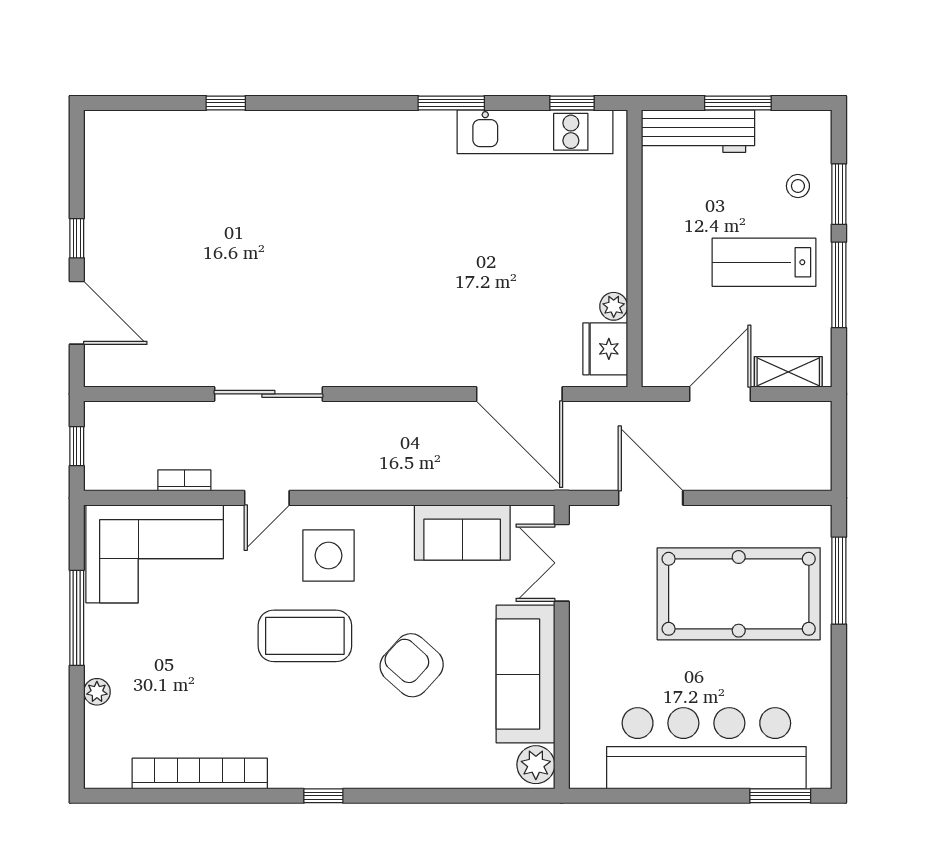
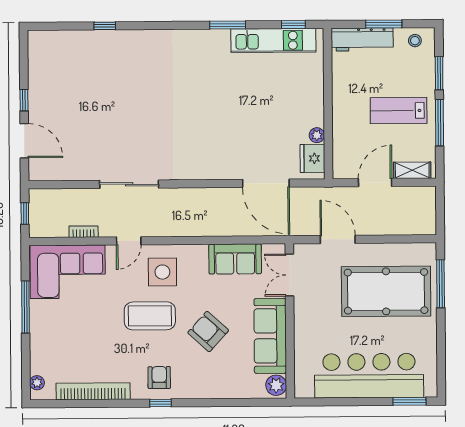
stool: (798, 186) -> (415, 41), moved
plant: (97, 692) -> (37, 383), moved
armchair: (321, 749) -> (159, 378), added

